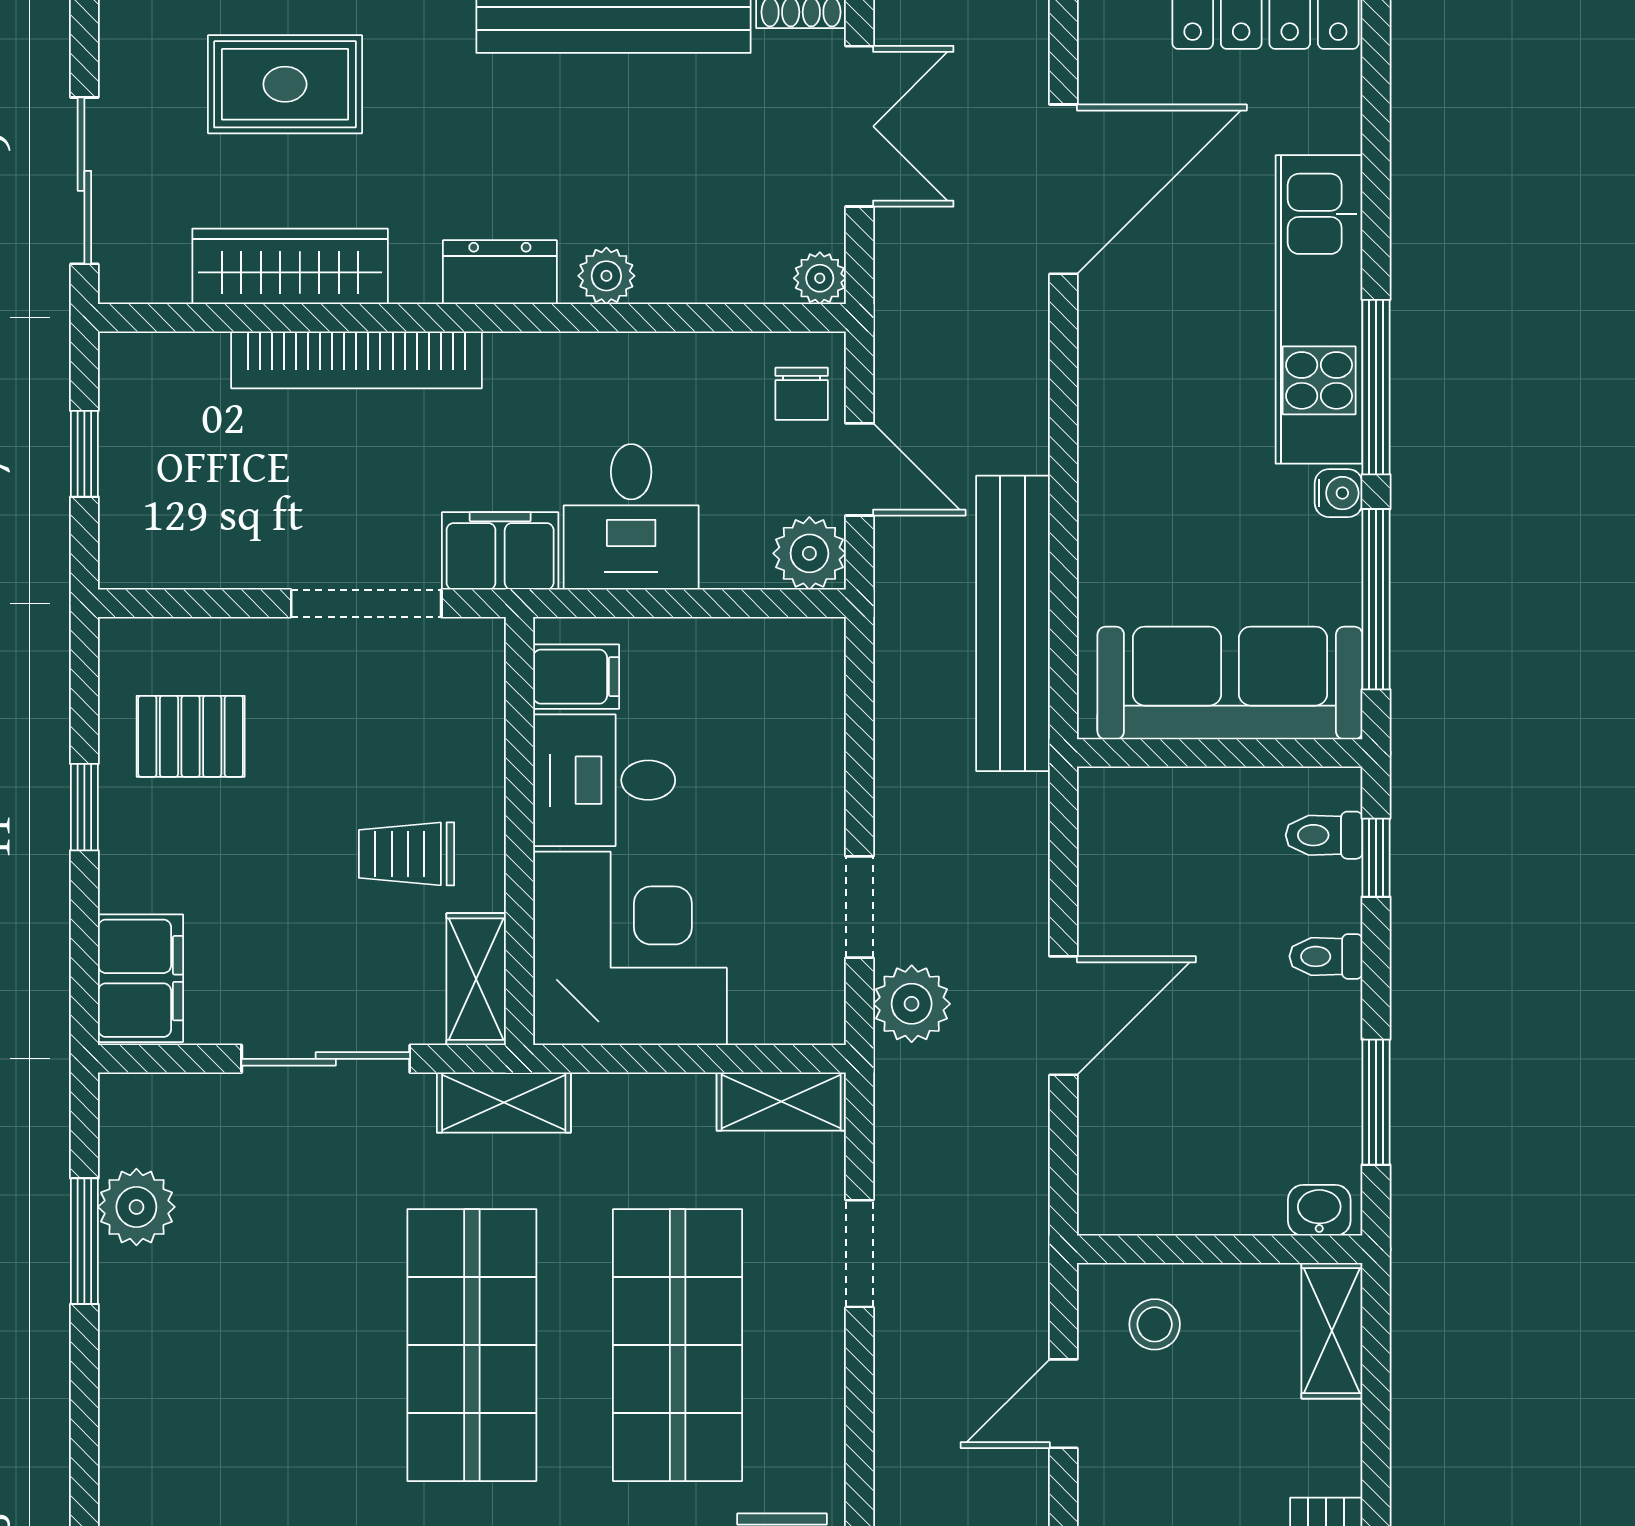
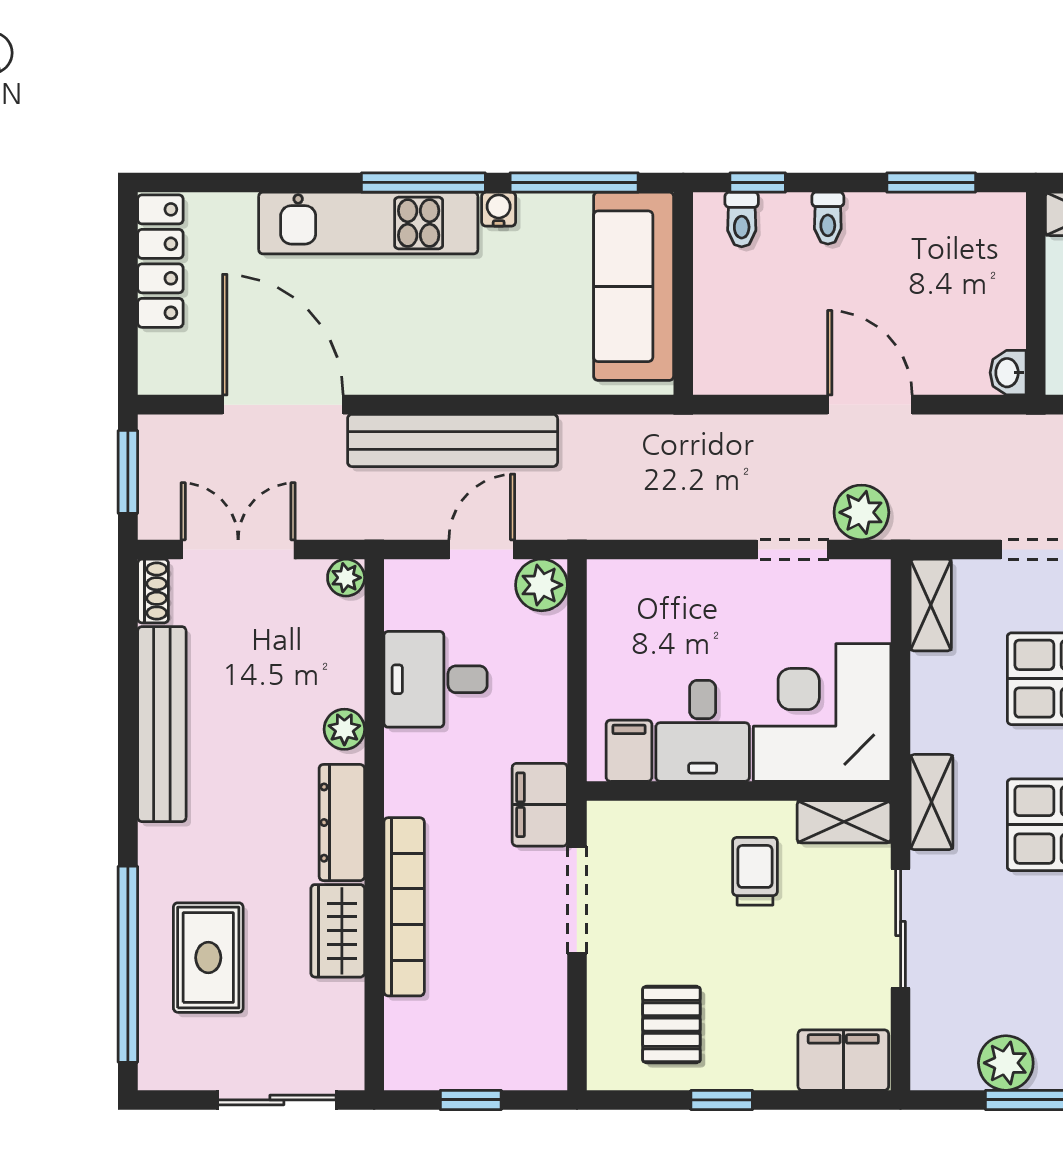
wardrobe: (290, 266) -> (338, 931), width x0.67
dresser: (500, 272) -> (342, 823), width x1.44
chair: (802, 394) -> (428, 591), removed
desk: (631, 517) -> (436, 679), moved, turned 180
bench: (1013, 623) -> (453, 440), moved
trolley: (406, 854) -> (755, 871), turned 180
washbasin: (1319, 1210) -> (1008, 373), moved

